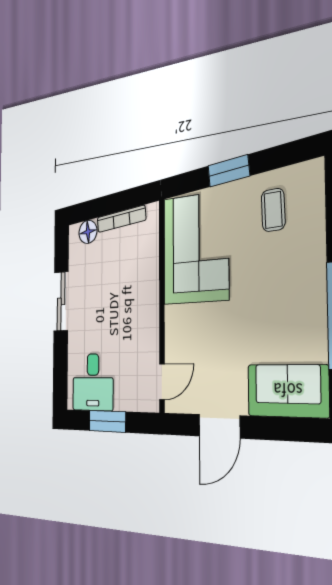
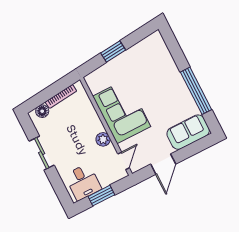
coffee table: (273, 210) -> (145, 60), removed
corner sofa: (196, 248) -> (122, 111), moved
plant: (148, 326) -> (103, 139), added

